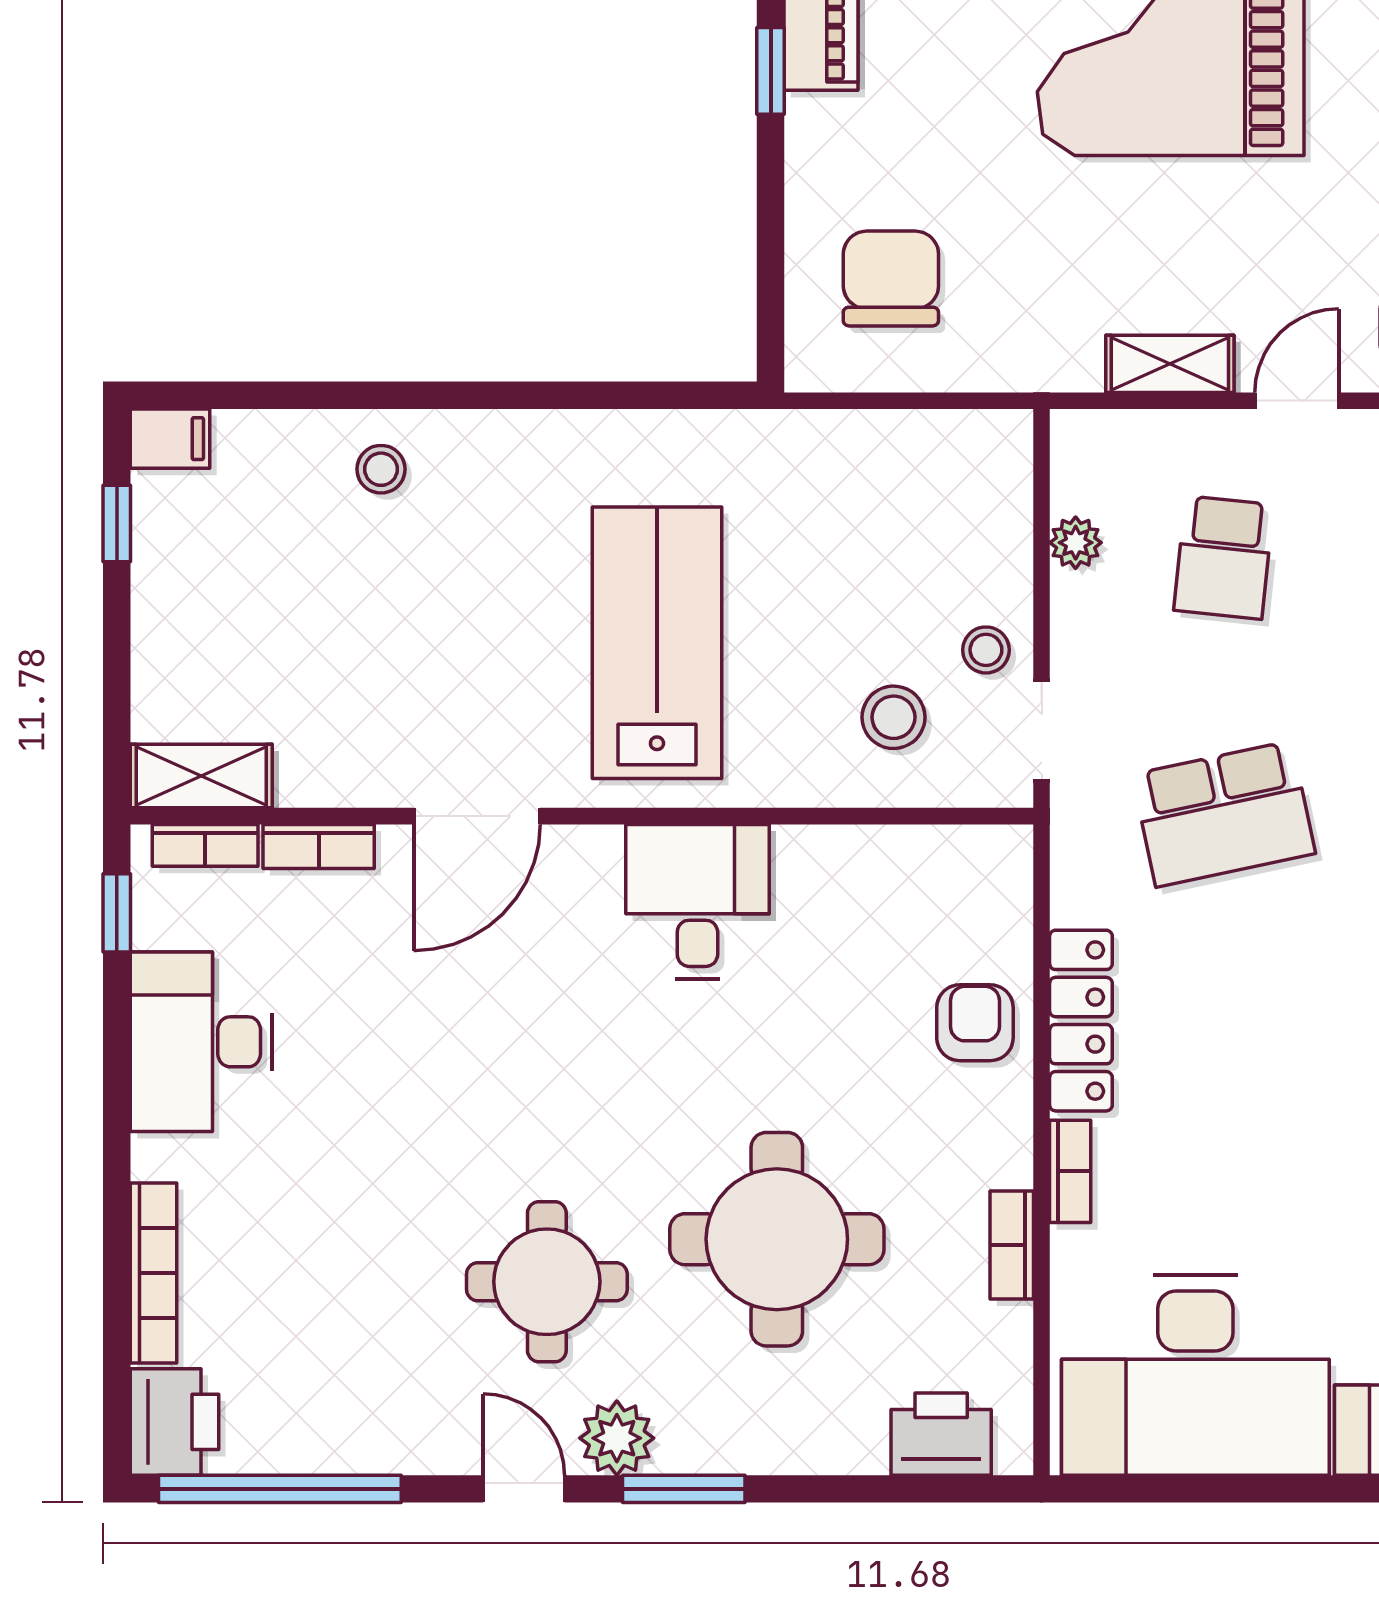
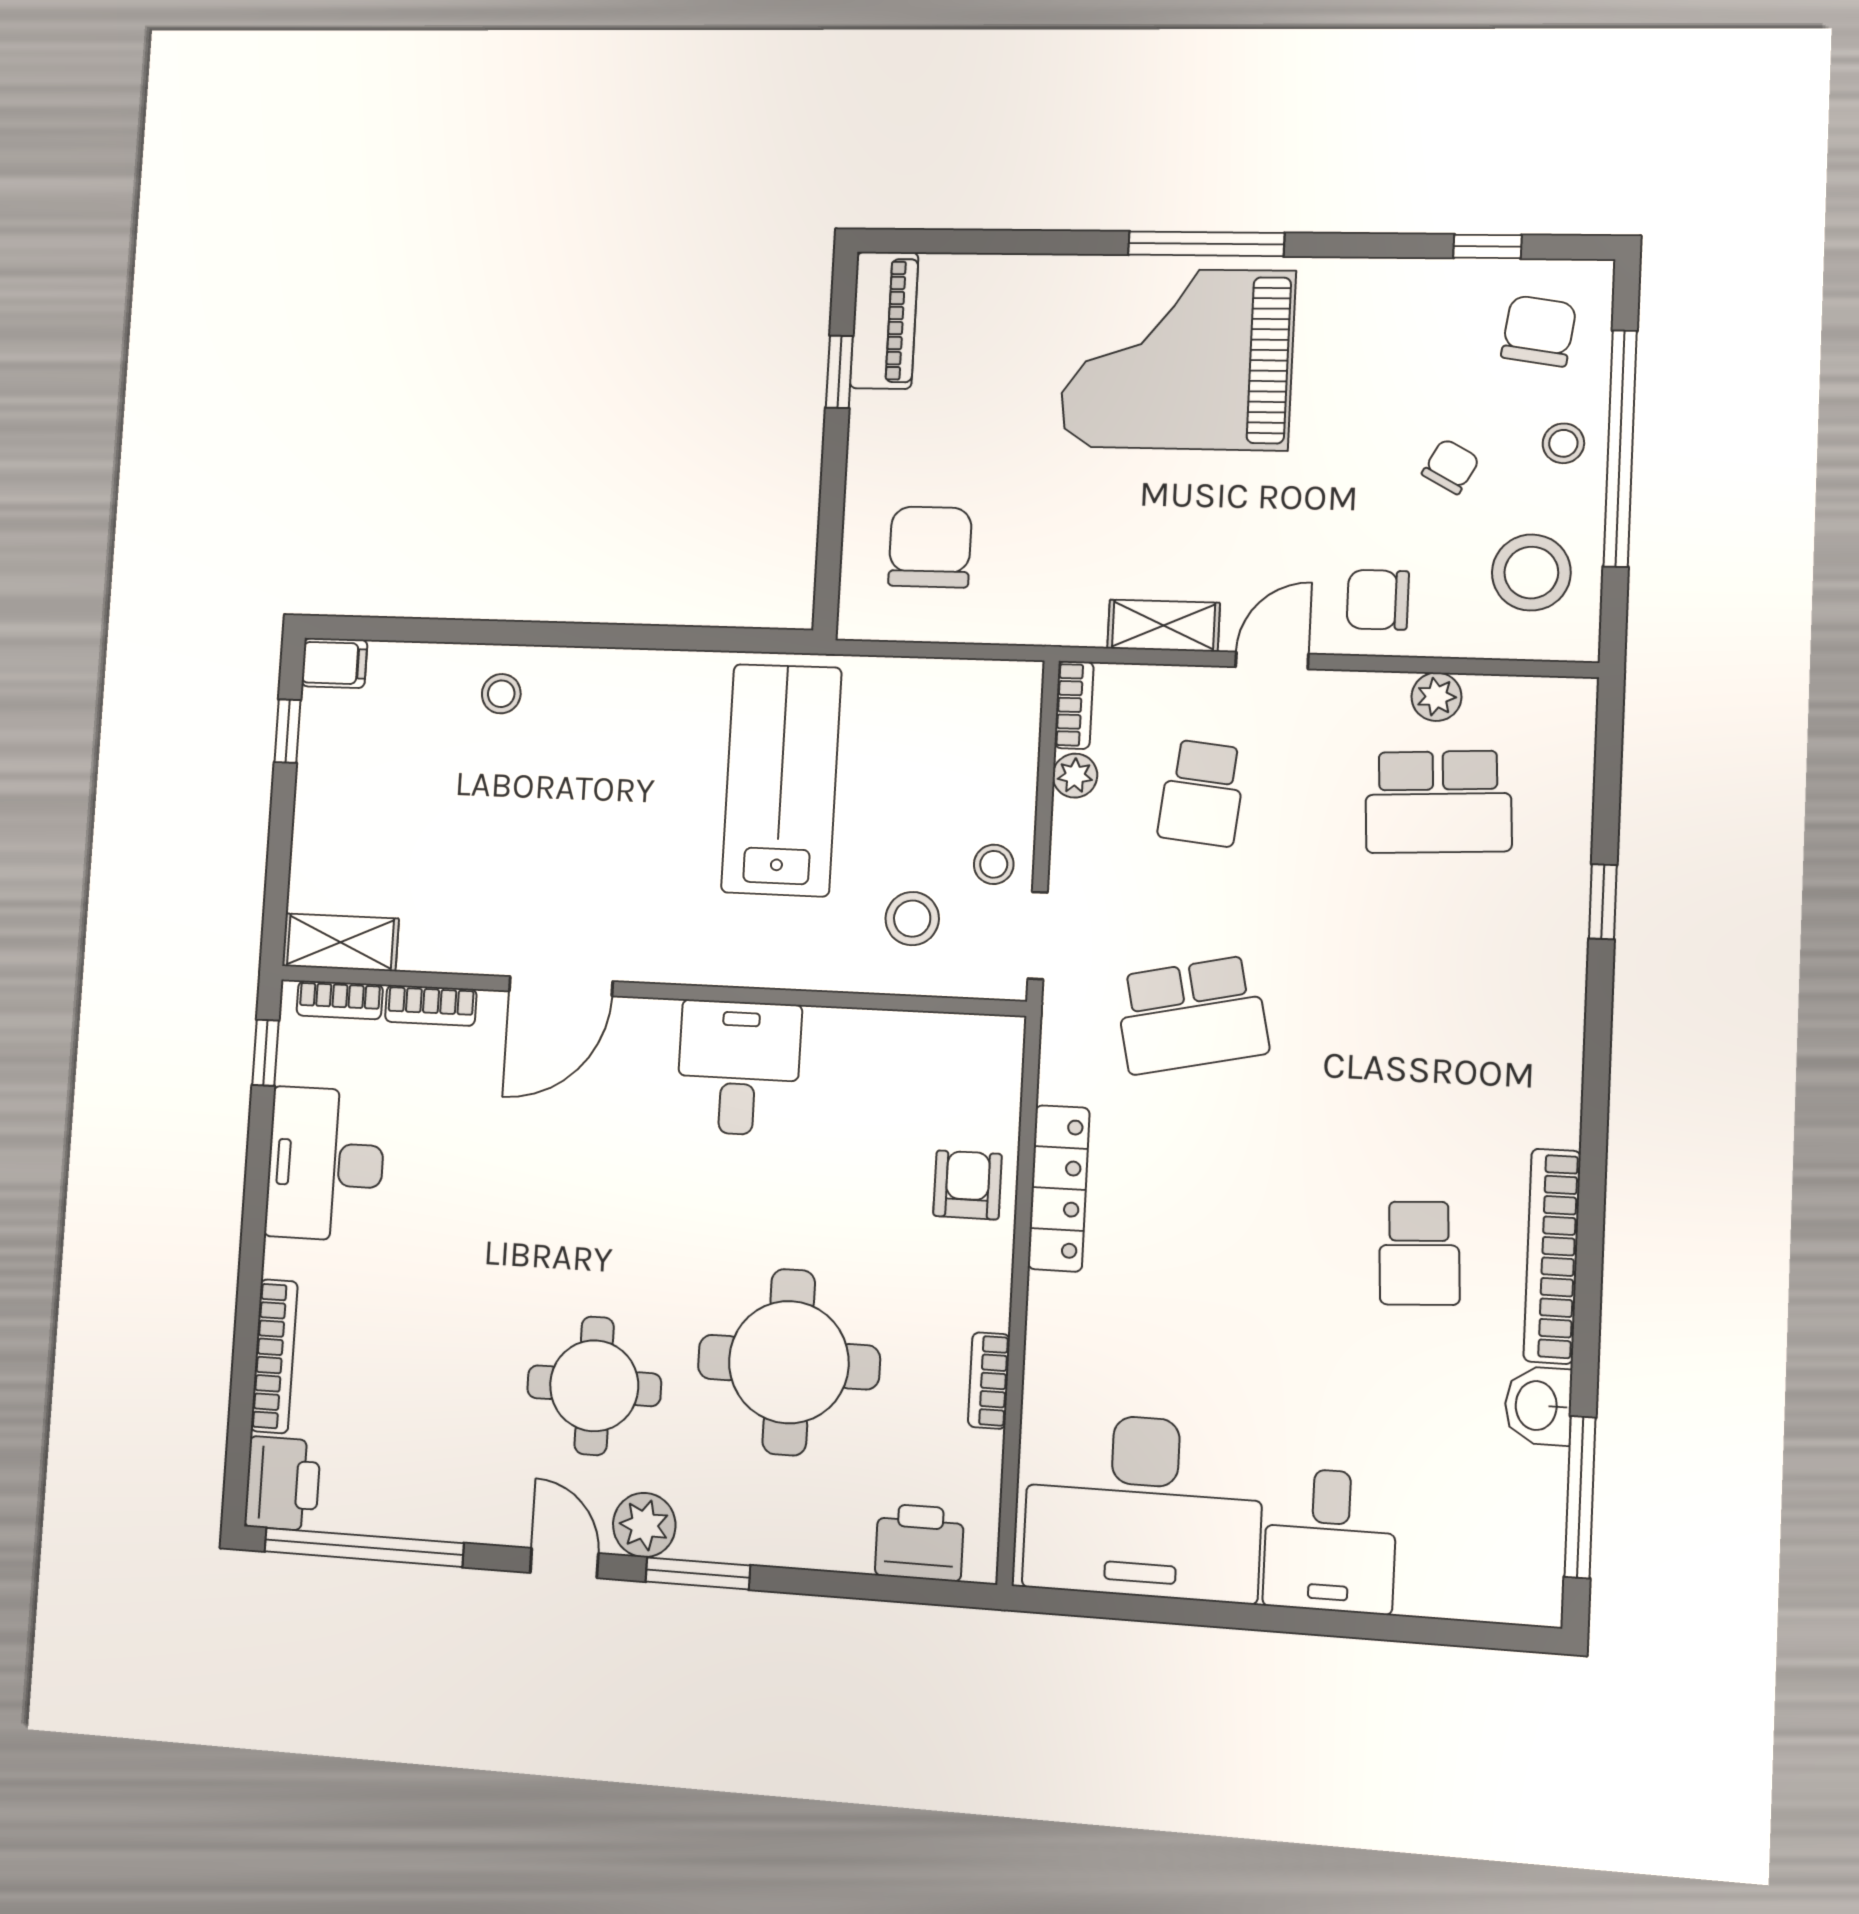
lab bench: (657, 643) -> (781, 780), moved
bookcase: (1070, 1171) -> (1074, 705), moved

